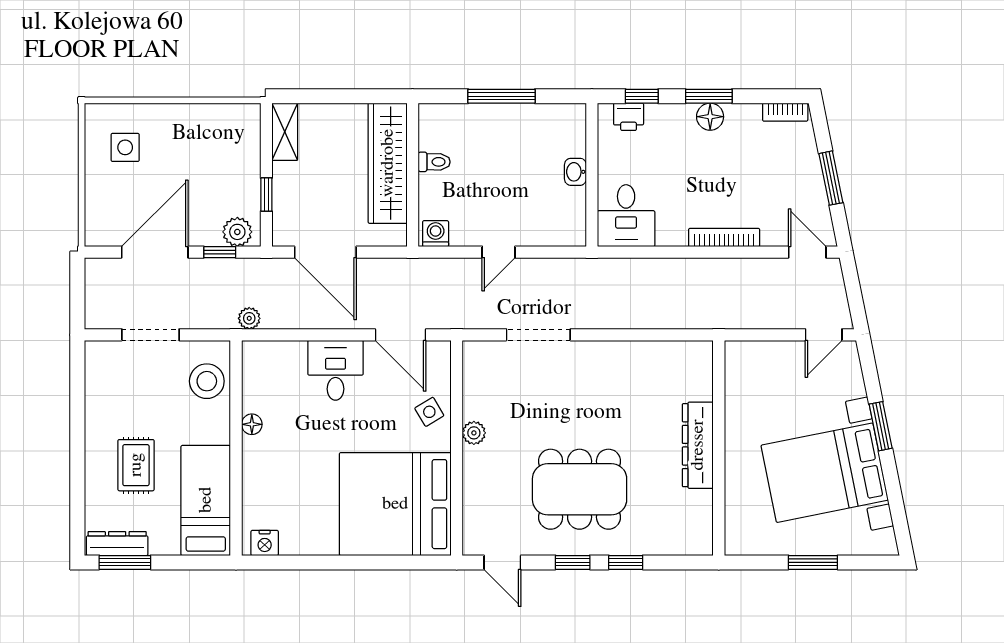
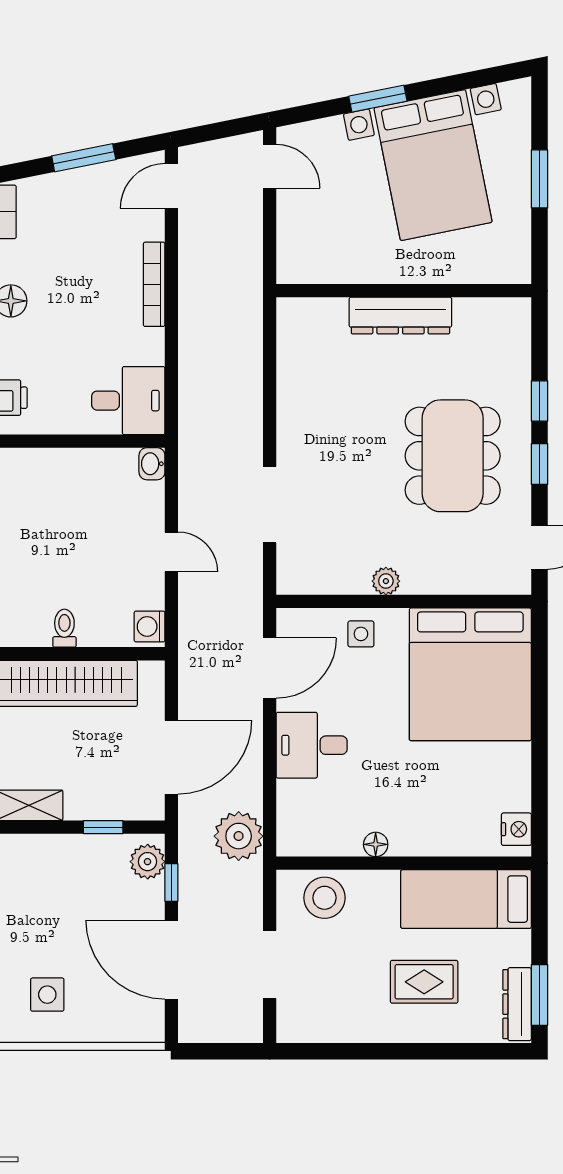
washbasin: (575, 172) -> (152, 464), moved, turned 90
plant: (249, 318) -> (239, 836), width x1.88, depth x1.88
side table: (429, 412) -> (361, 634), turned 31

